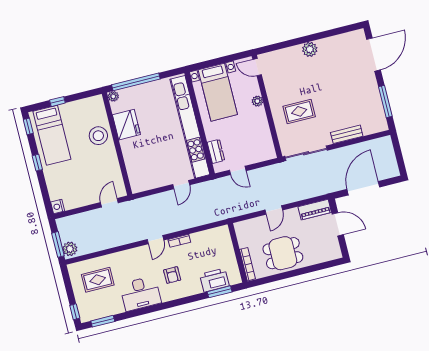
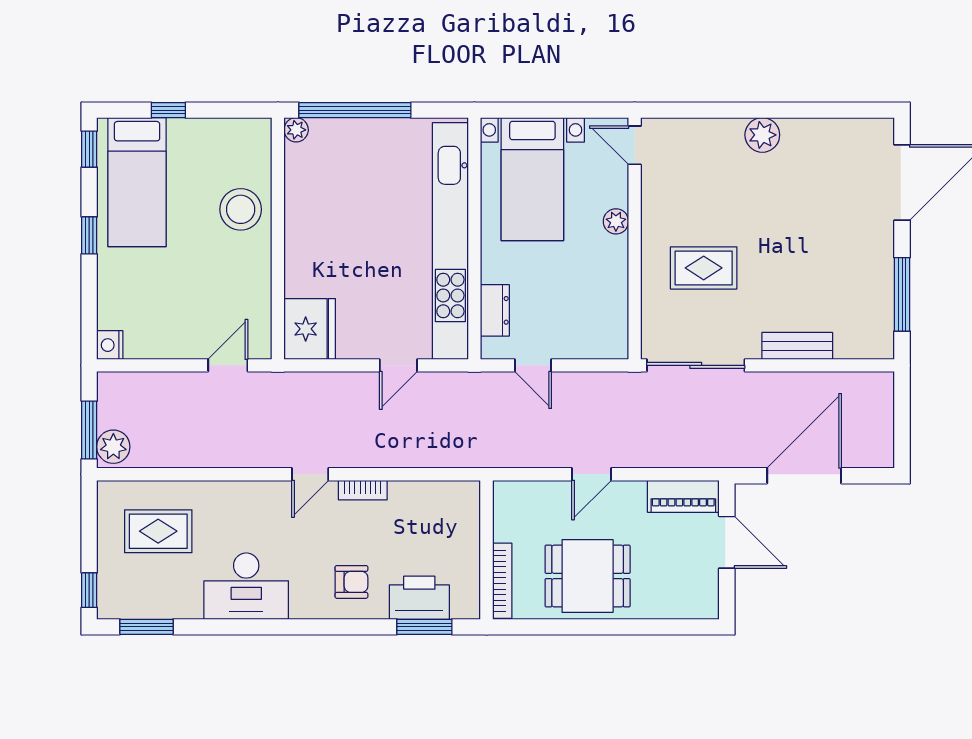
fridge: (126, 125) -> (310, 329), moved
armchair: (172, 275) -> (351, 582), moved, turned -90

